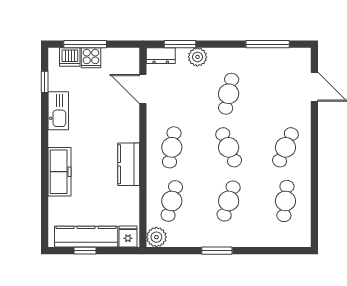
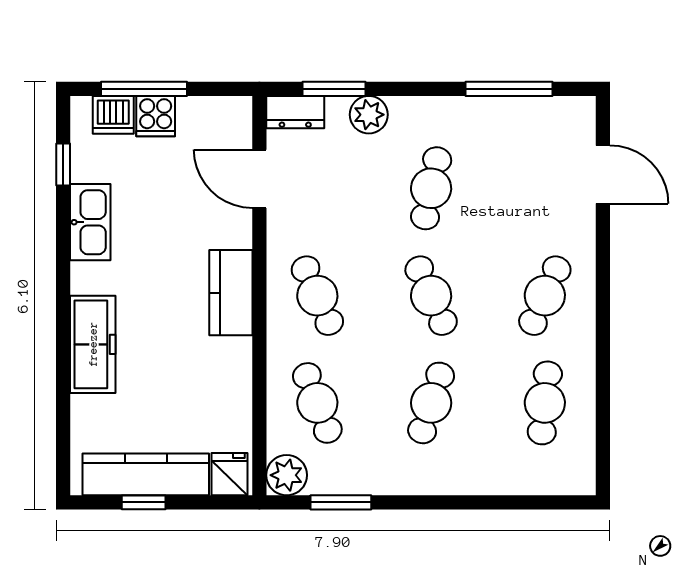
cafe table: (172, 147) -> (317, 296), turned -33
kitchen counter: (129, 164) -> (231, 293), moved
cafe table: (172, 201) -> (317, 403), turned -36
window: (217, 251) -> (341, 502), moved

